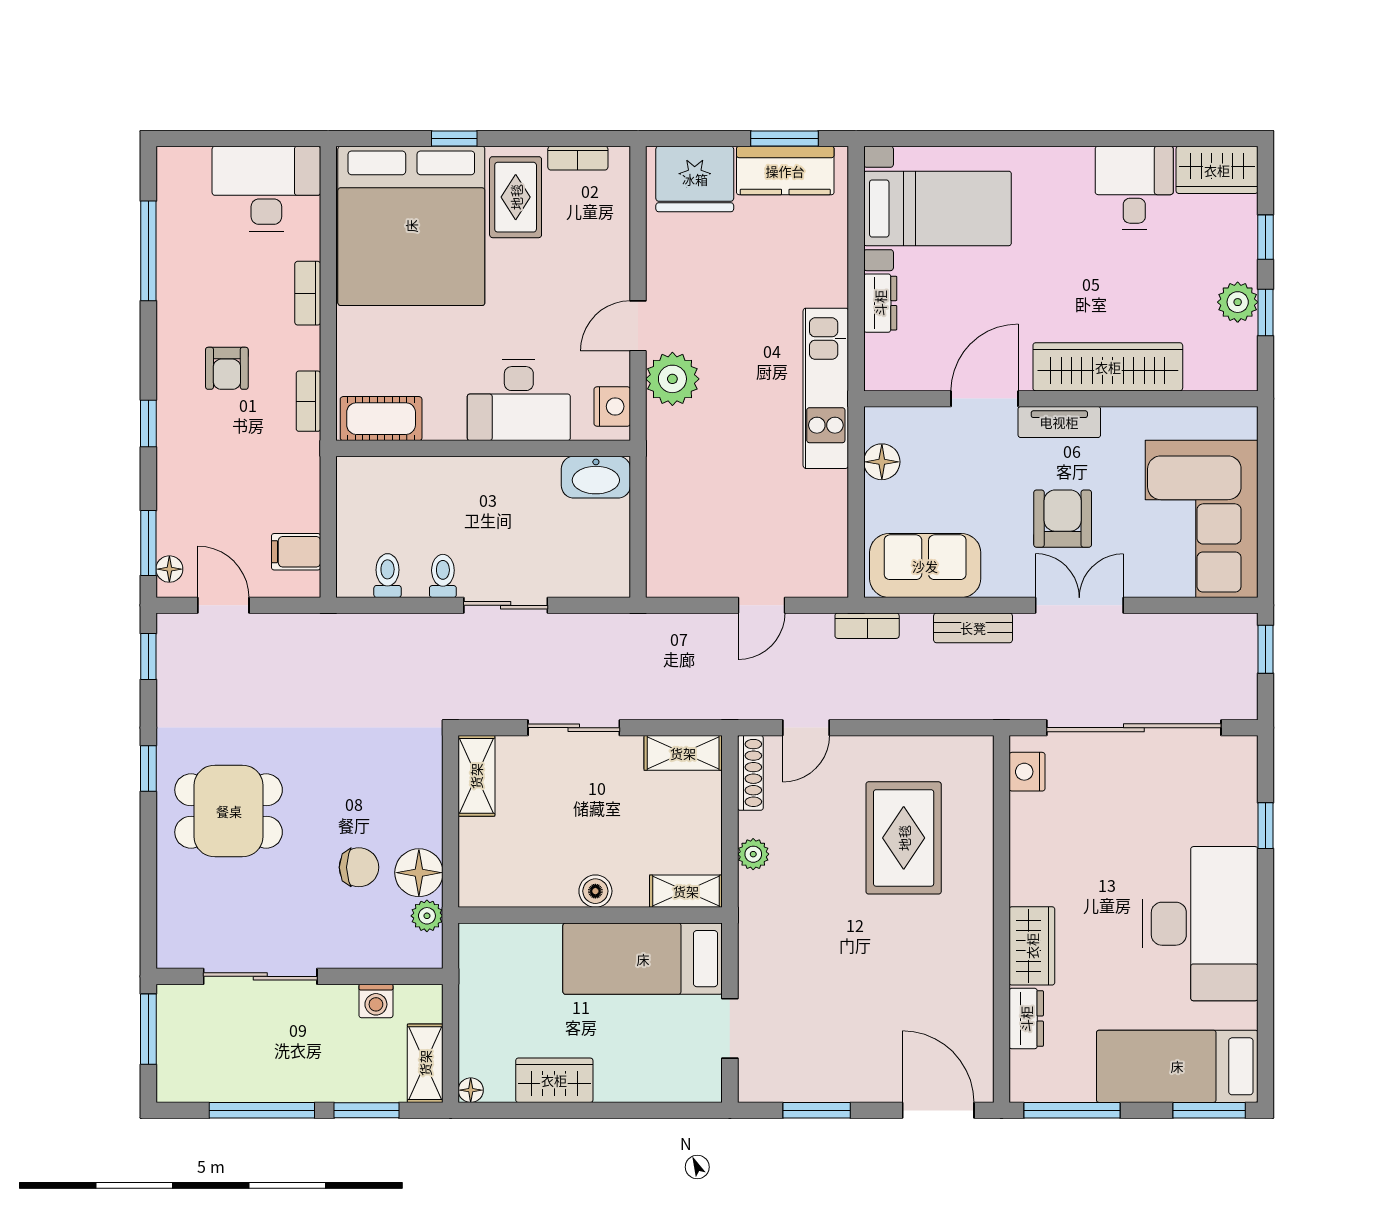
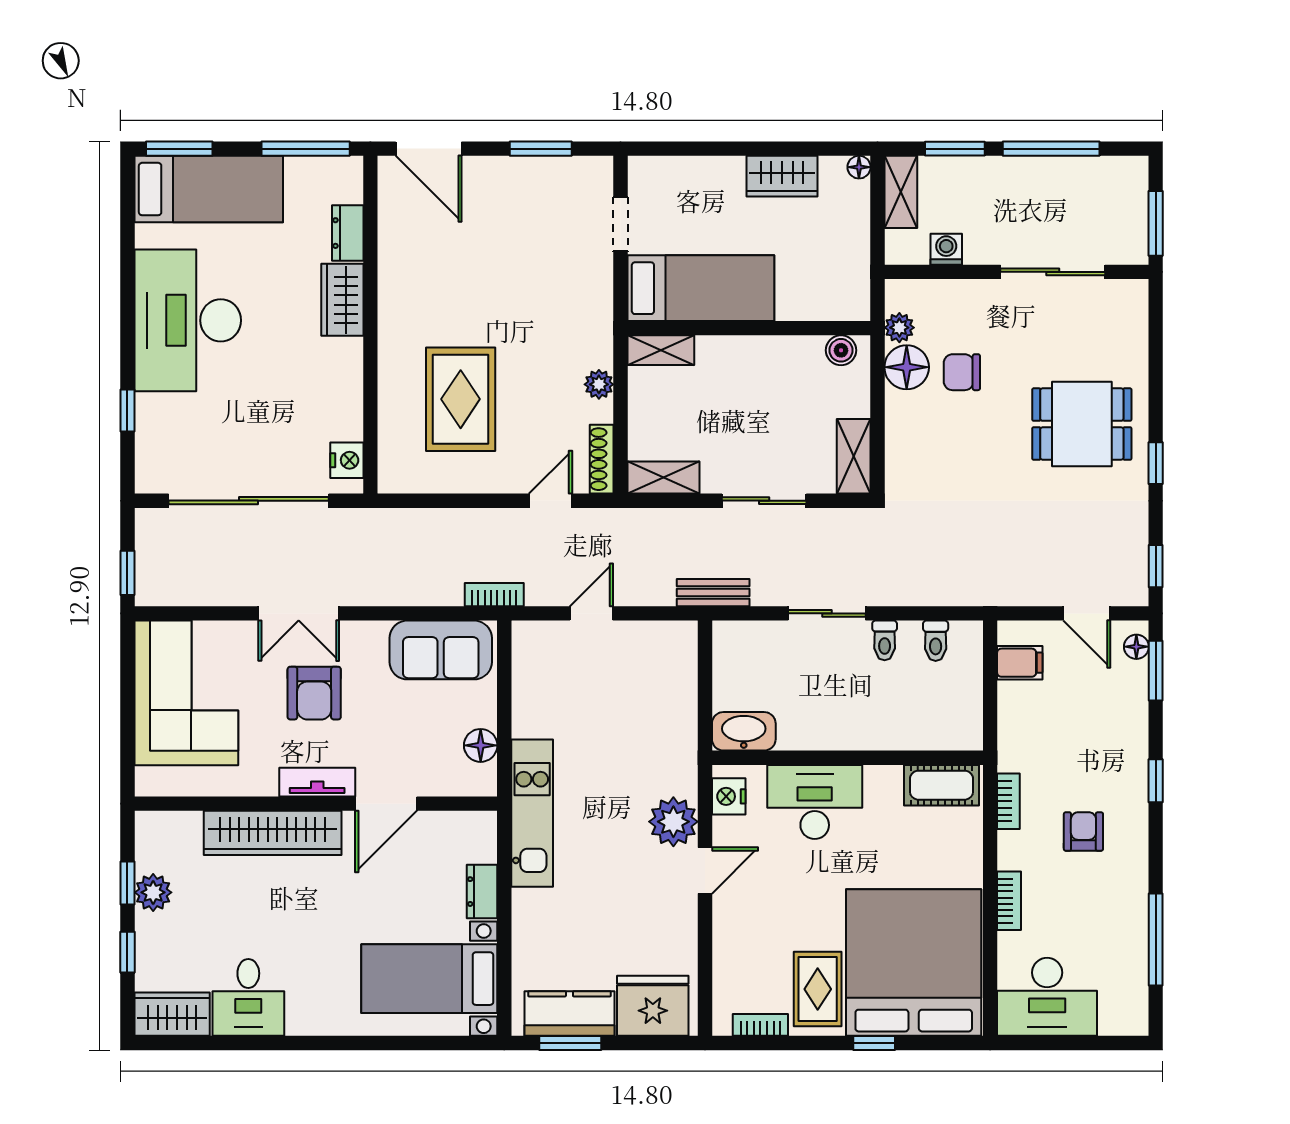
bench: (973, 628) -> (713, 593), moved
boiler: (595, 891) -> (841, 350), moved

